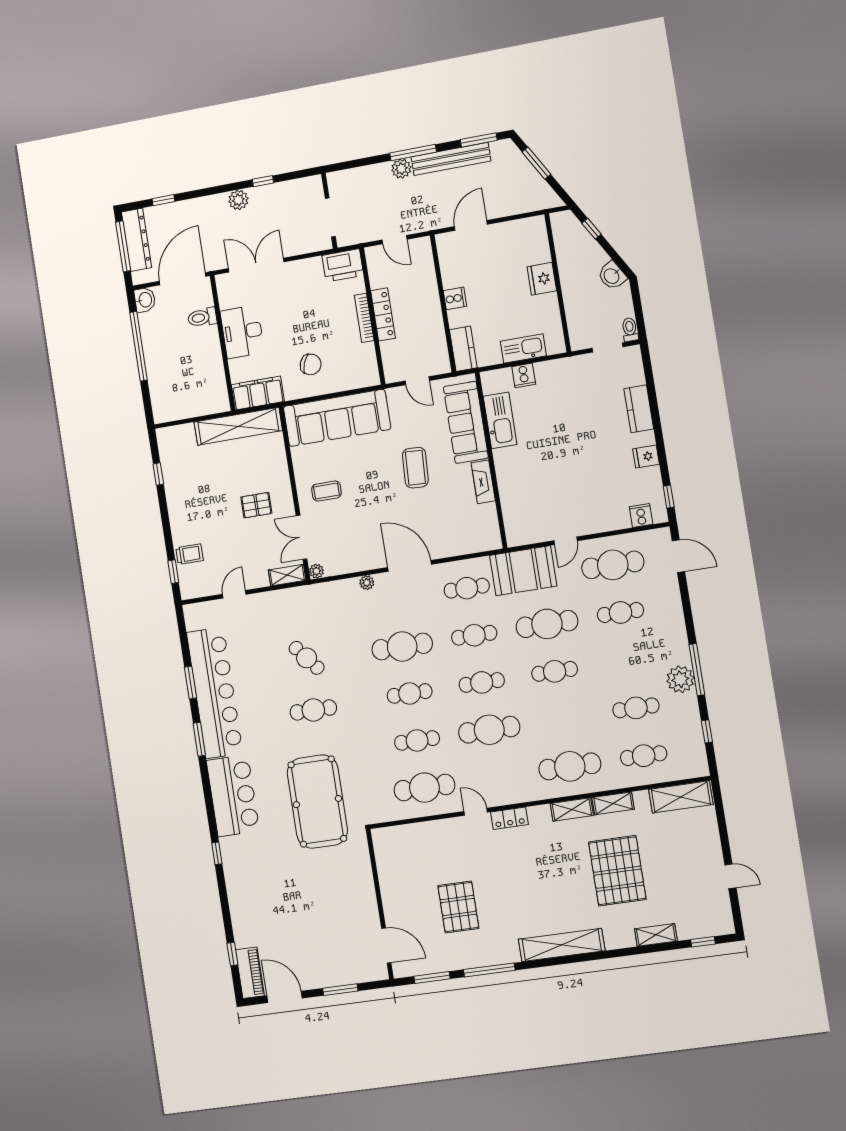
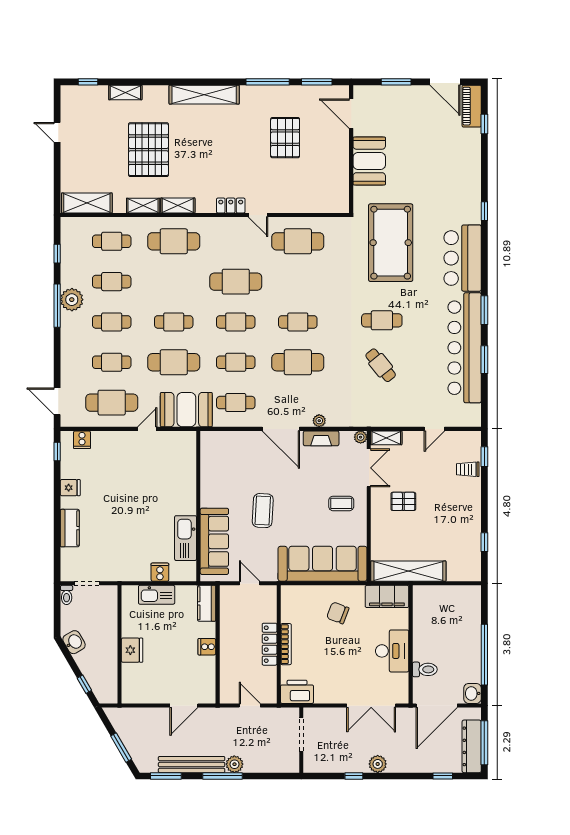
fireplace: (483, 482) -> (321, 438), moved, turned 90
cafe table: (417, 740) -> (112, 322), moved
booth: (357, 893) -> (369, 161), added

